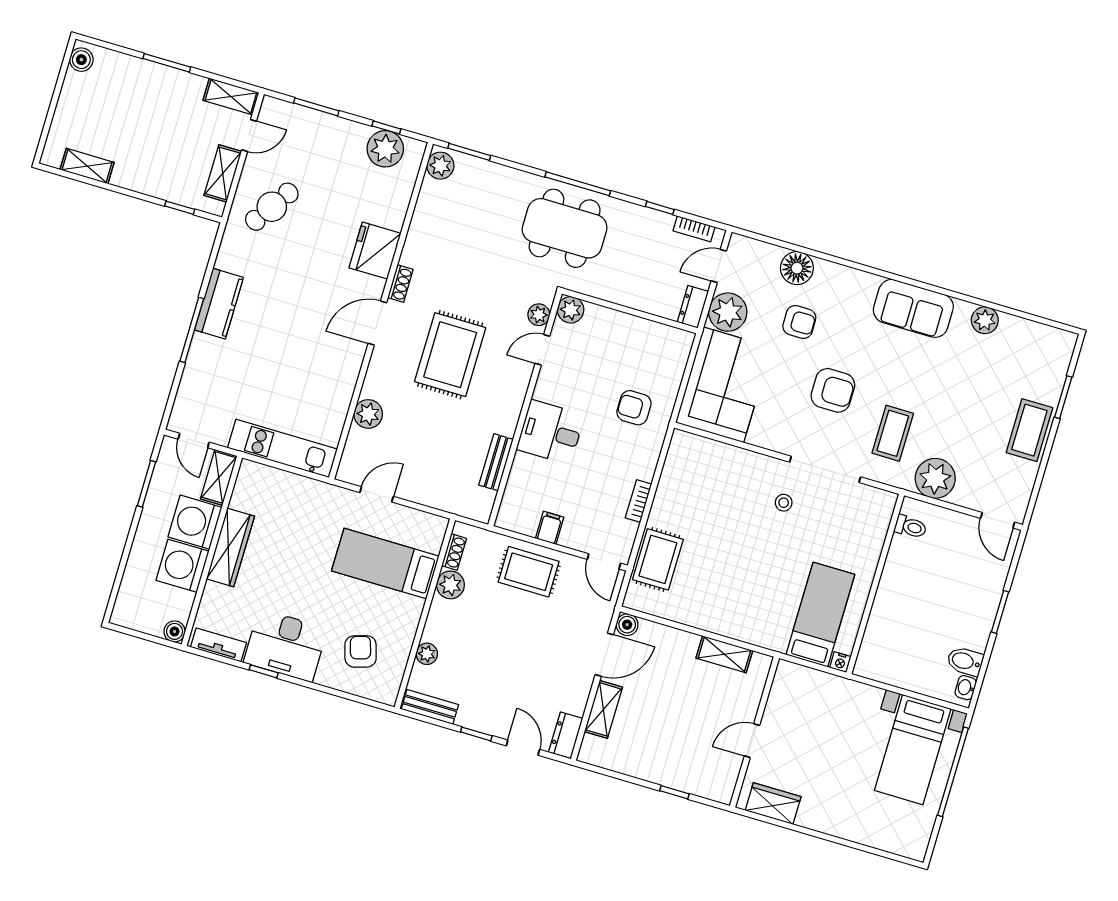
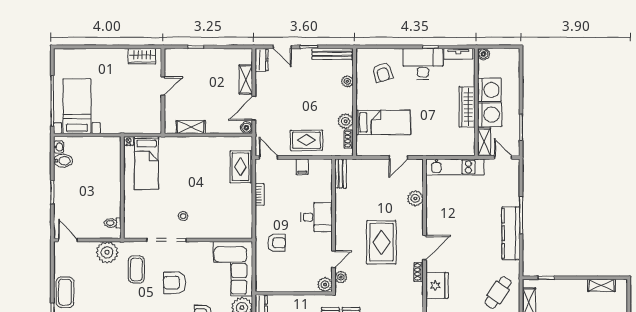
kitchen counter: (219, 304) -> (511, 233), width x1.50
bench: (496, 462) -> (341, 174), moved
bench: (430, 707) -> (332, 54), width x1.36

